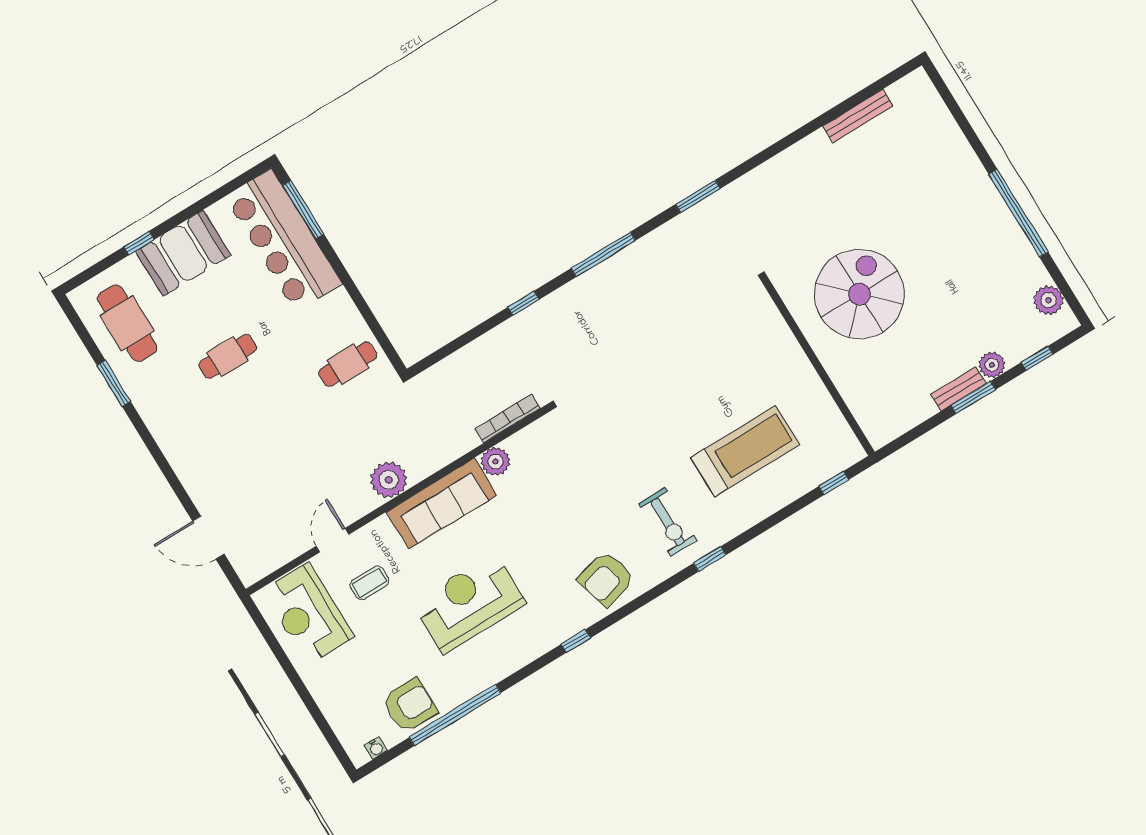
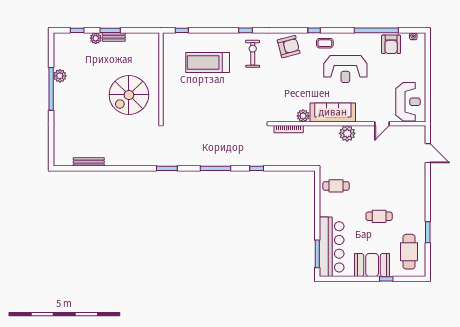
plant: (1048, 300) -> (60, 76), moved
coffee table: (370, 583) -> (325, 43), moved
armchair: (410, 706) -> (391, 44), turned -90

